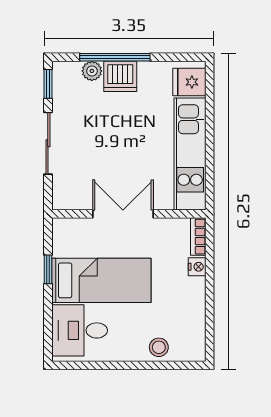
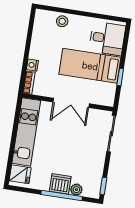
sliding door: (48, 143) -> (111, 134), moved

